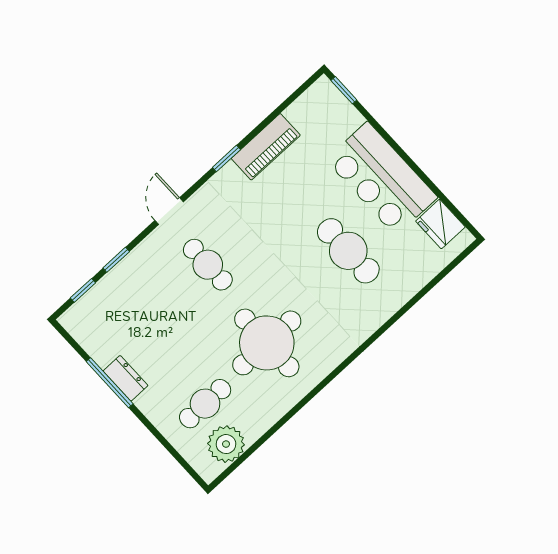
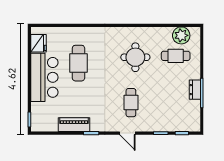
door: (169, 211) -> (127, 133), hinge flipped
round table: (267, 343) -> (135, 57), width x0.73, depth x0.73

